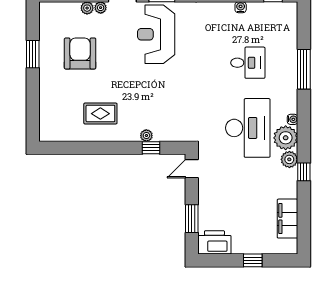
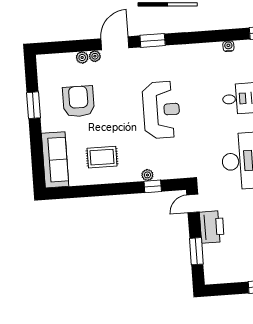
reception desk: (156, 34) -> (161, 110), moved, turned 180
sofa: (51, 113) -> (55, 160), added
printer: (214, 242) -> (212, 227), moved, turned 90

